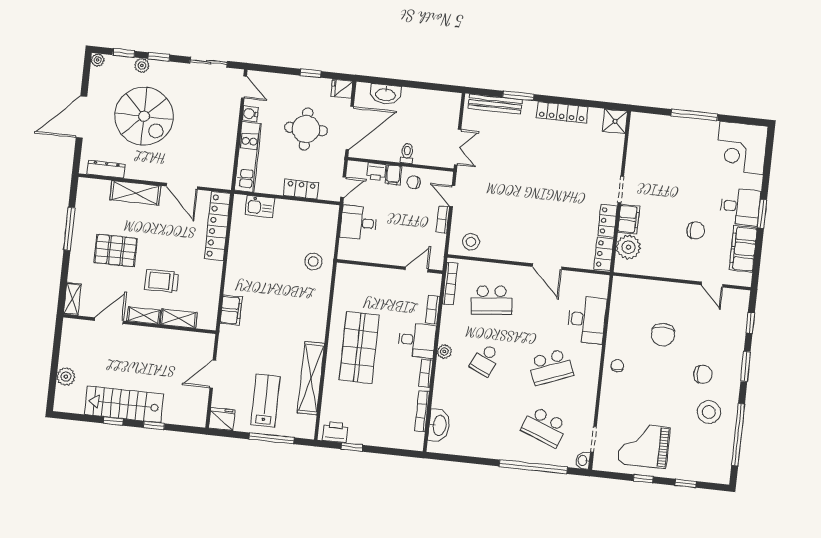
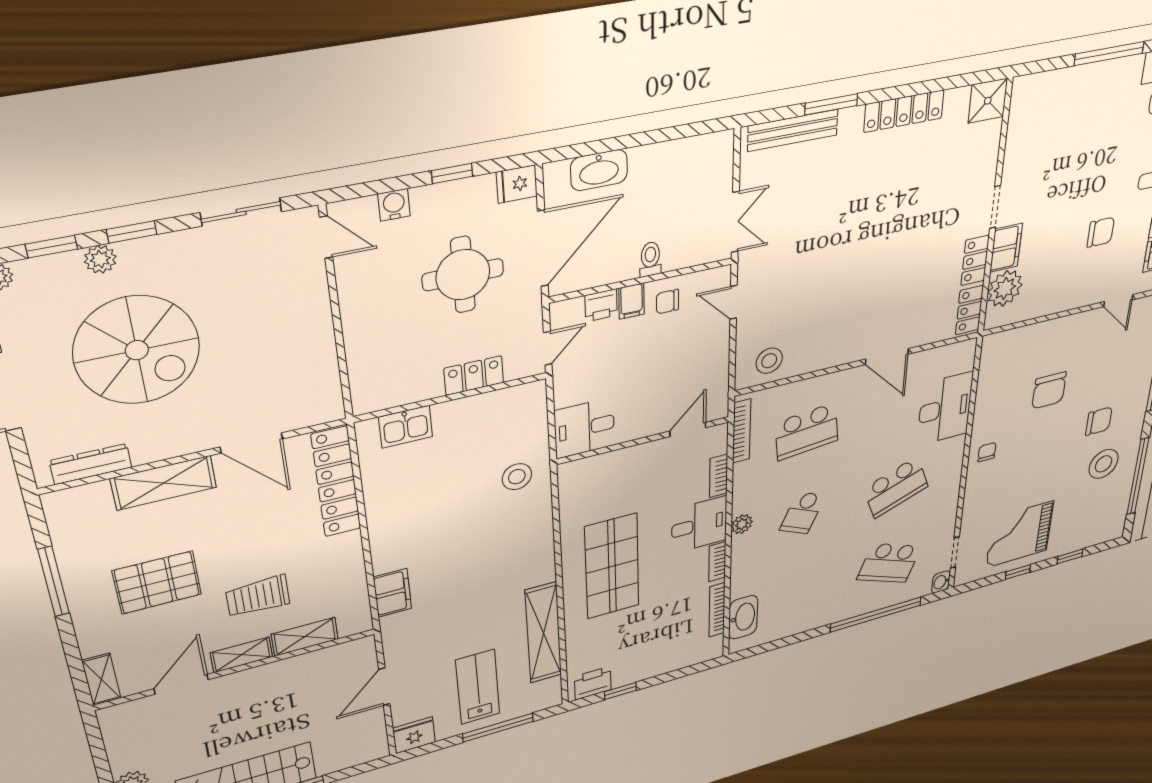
water cooler: (250, 114) -> (394, 205), moved, turned 90
kitchen unit: (248, 157) -> (364, 356), removed
bookcase: (443, 220) -> (721, 343), removed
desk: (359, 223) -> (584, 428), moved

